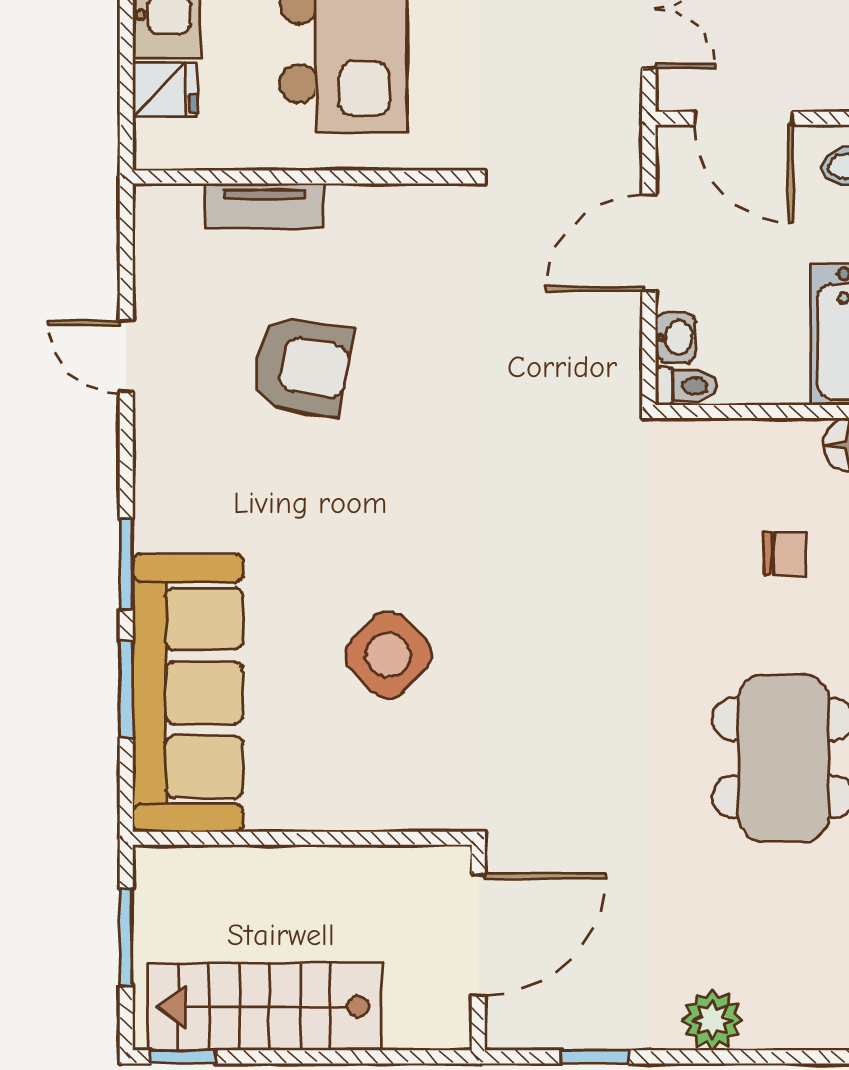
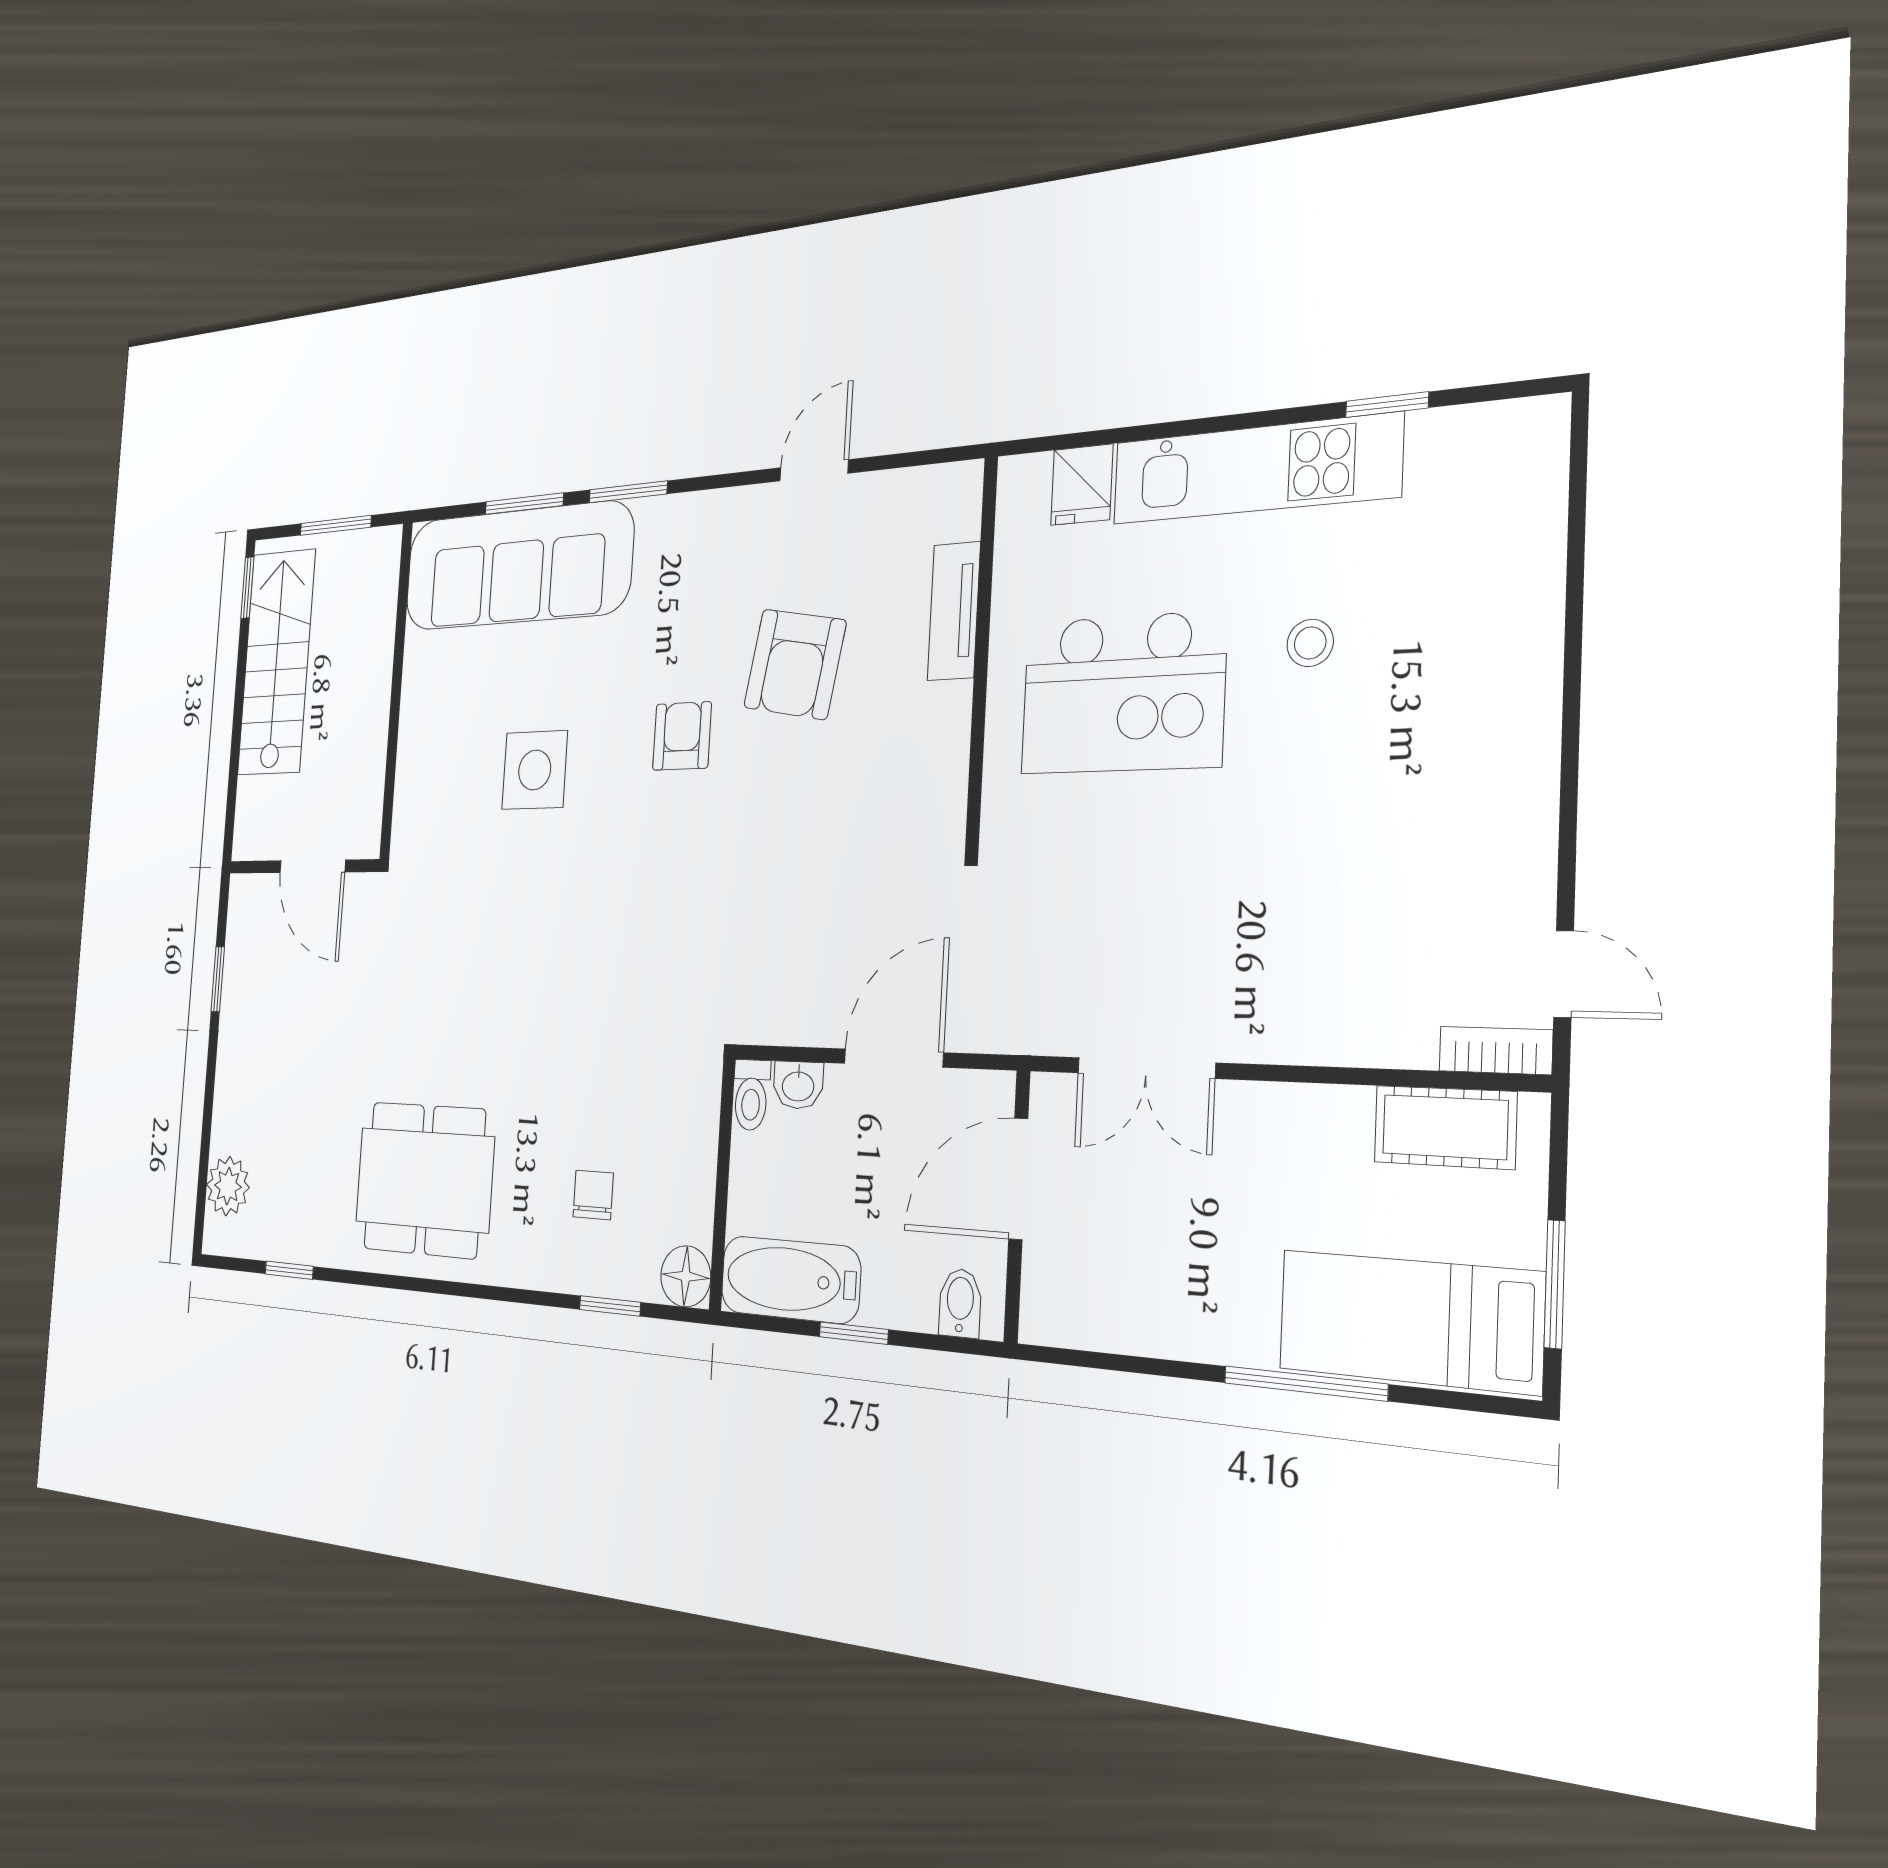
door: (649, 243) -> (893, 1058), hinge flipped
armchair: (362, 485) -> (682, 736), added
chair: (785, 554) -> (593, 1195), turned 180
side table: (388, 655) -> (535, 770), turned 45
door: (478, 935) -> (313, 866), width x0.73
plant: (712, 1020) -> (228, 1186), moved

